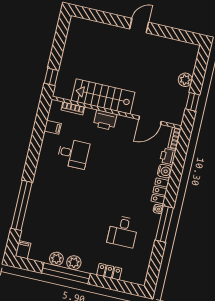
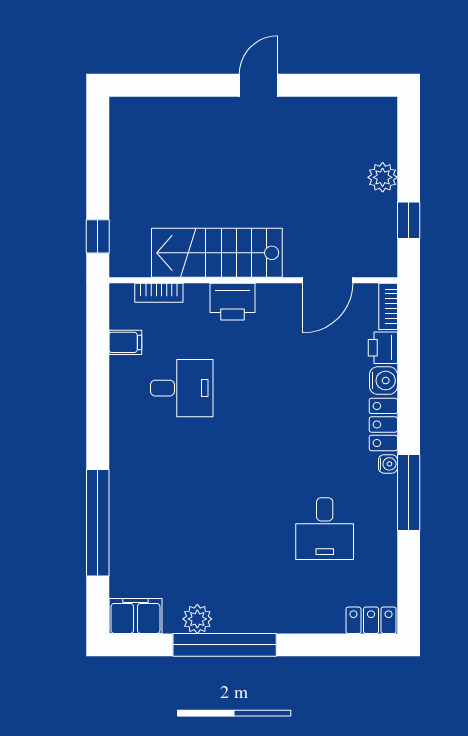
filing cabinet: (23, 250) -> (135, 616), width x2.00
plant: (74, 263) -> (236, 618), removed
locker: (109, 272) -> (371, 620), moved

